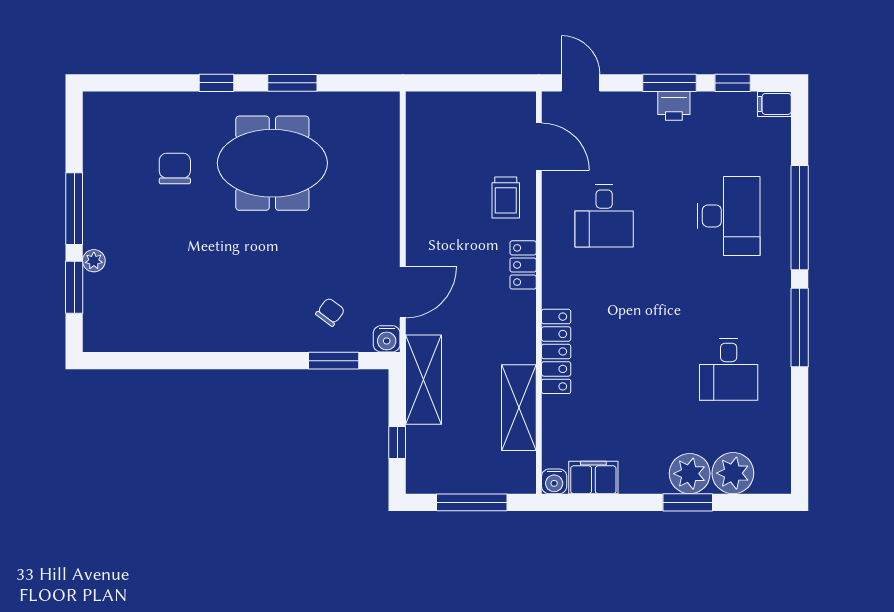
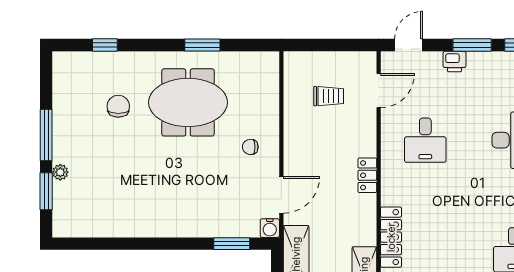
window: (217, 83) -> (105, 45), moved
door: (581, 83) -> (409, 45), hinge flipped
printer: (674, 106) -> (455, 61), moved
door: (539, 147) -> (379, 91), hinge flipped
trolley: (506, 198) -> (329, 96), moved, turned -90
chair: (330, 312) -> (250, 147), moved, turned -127

